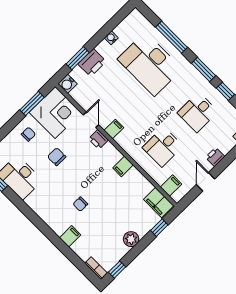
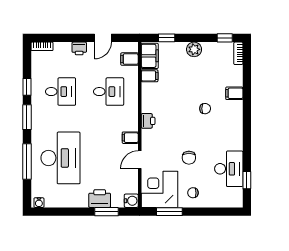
water cooler: (111, 38) -> (39, 203), moved
printer: (98, 139) -> (148, 121), moved
filing cabinet: (123, 166) -> (150, 76), moved

